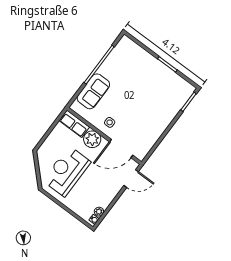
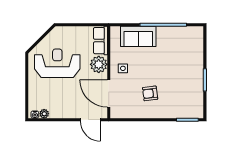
armchair: (146, 116) -> (150, 93), added

